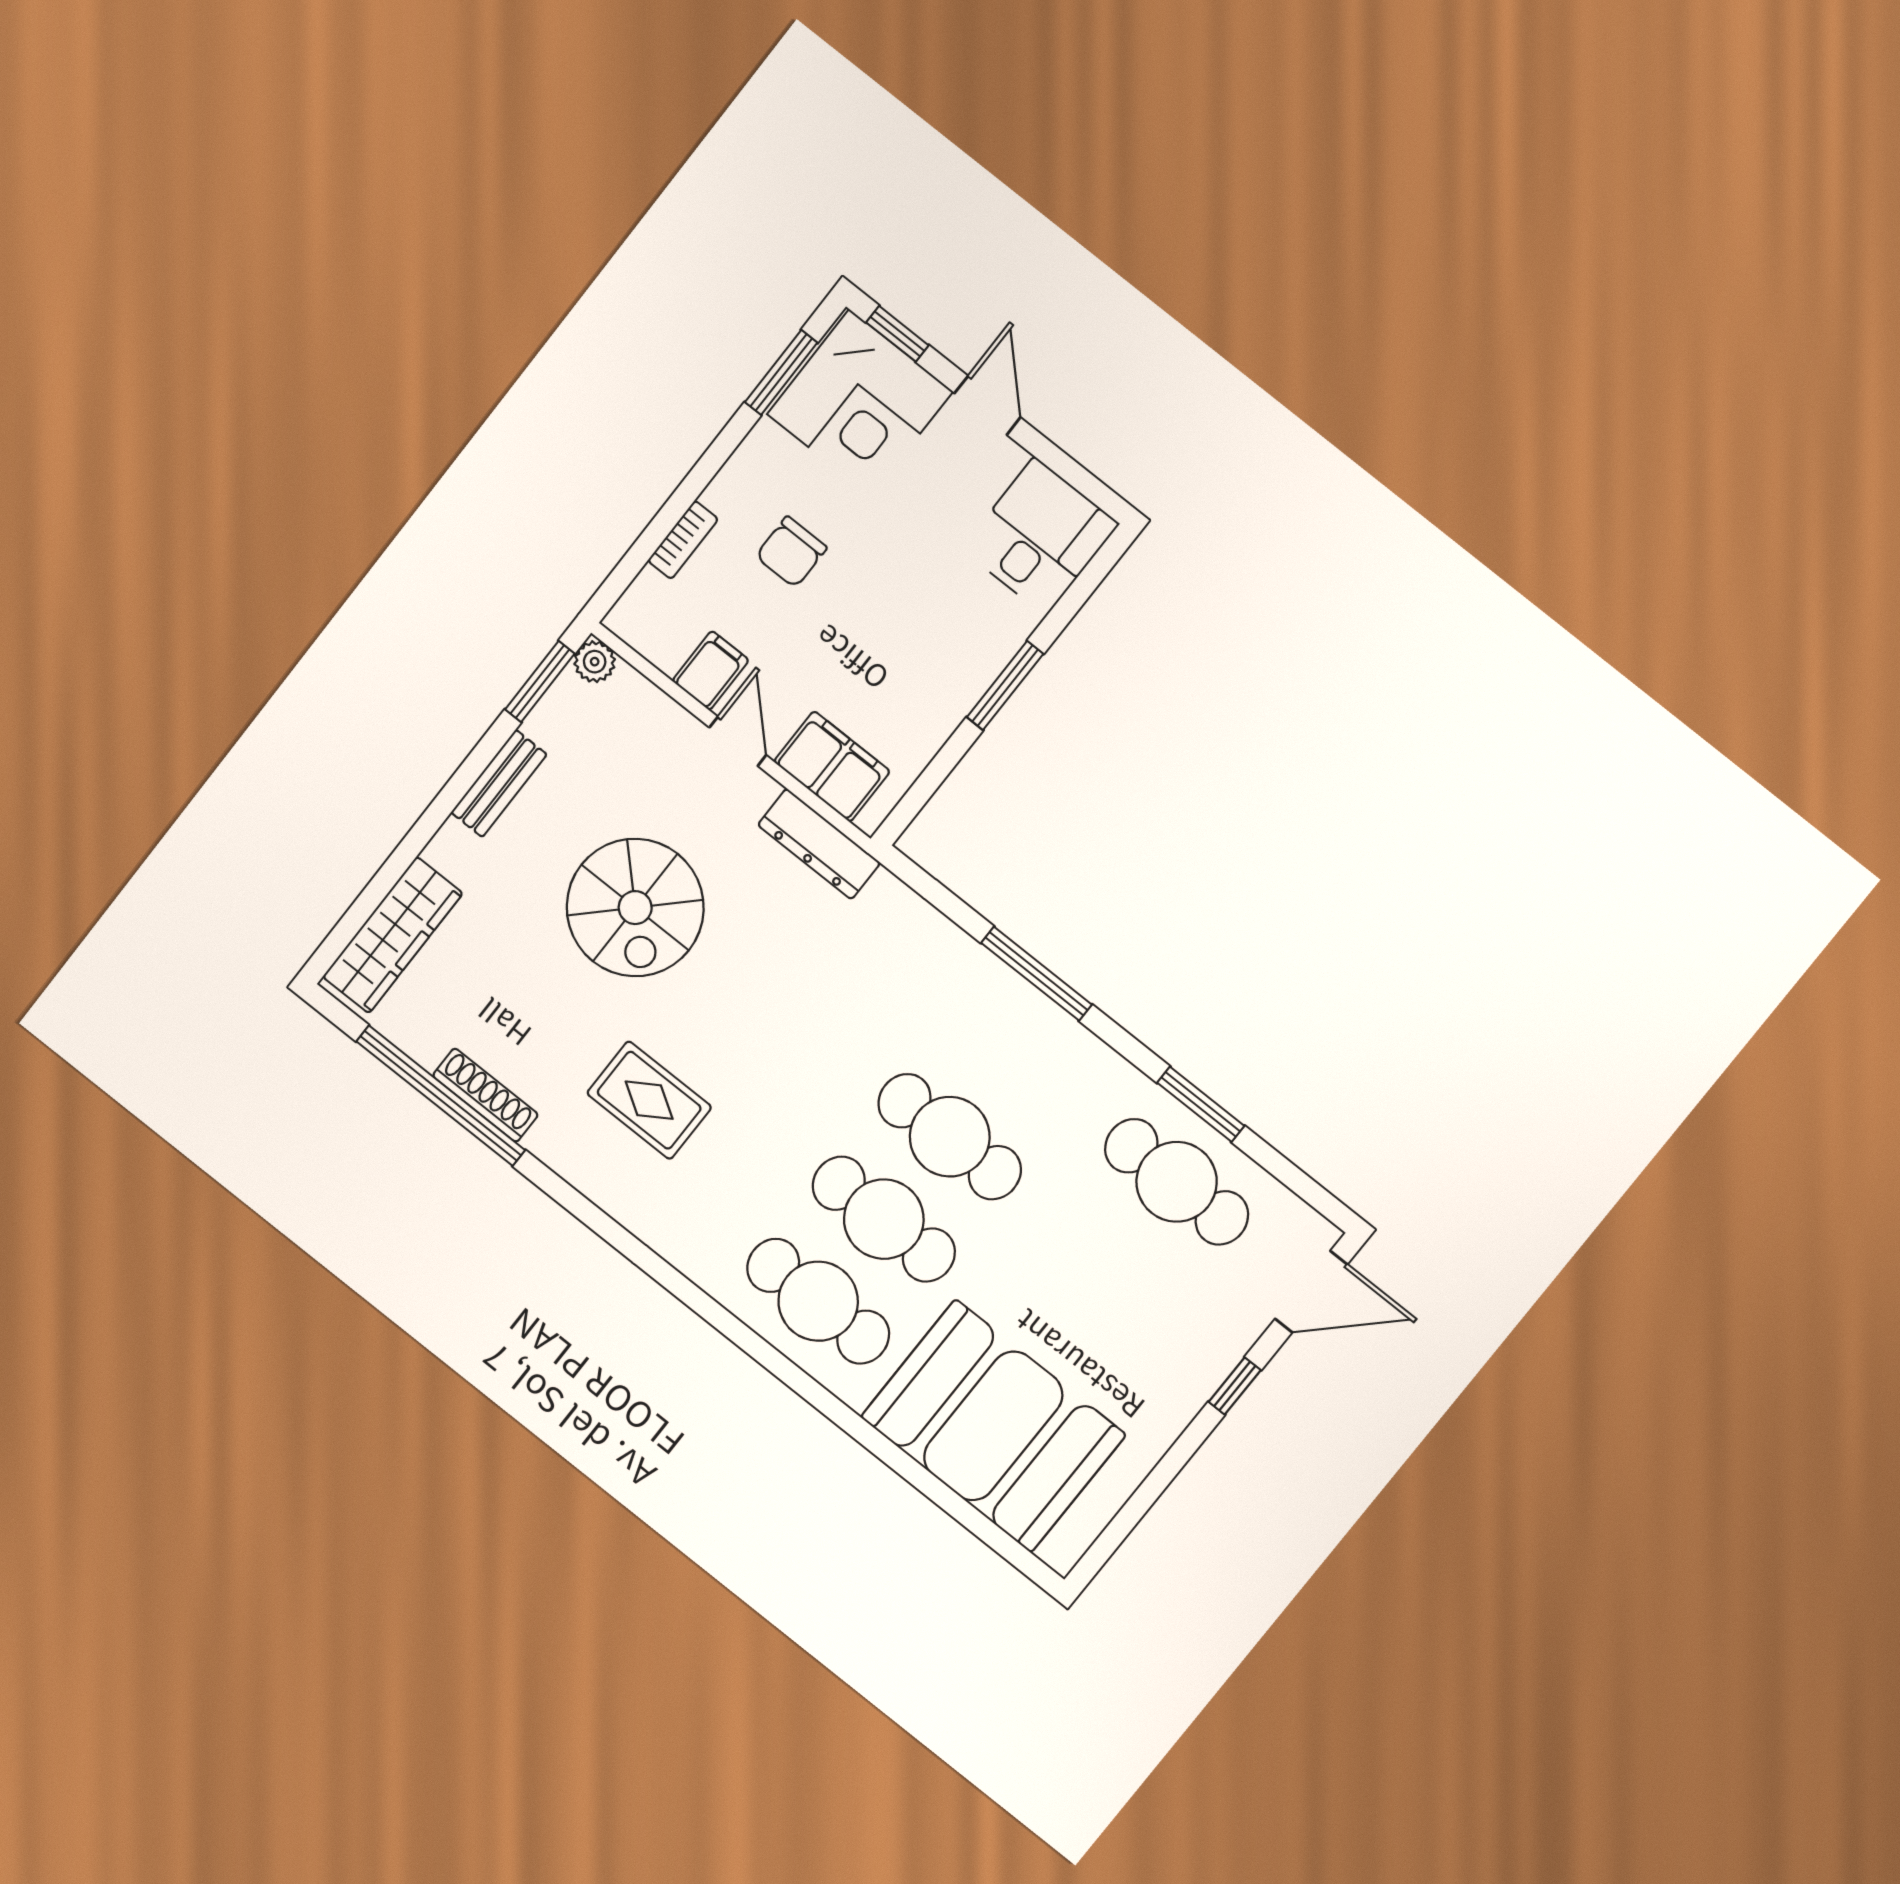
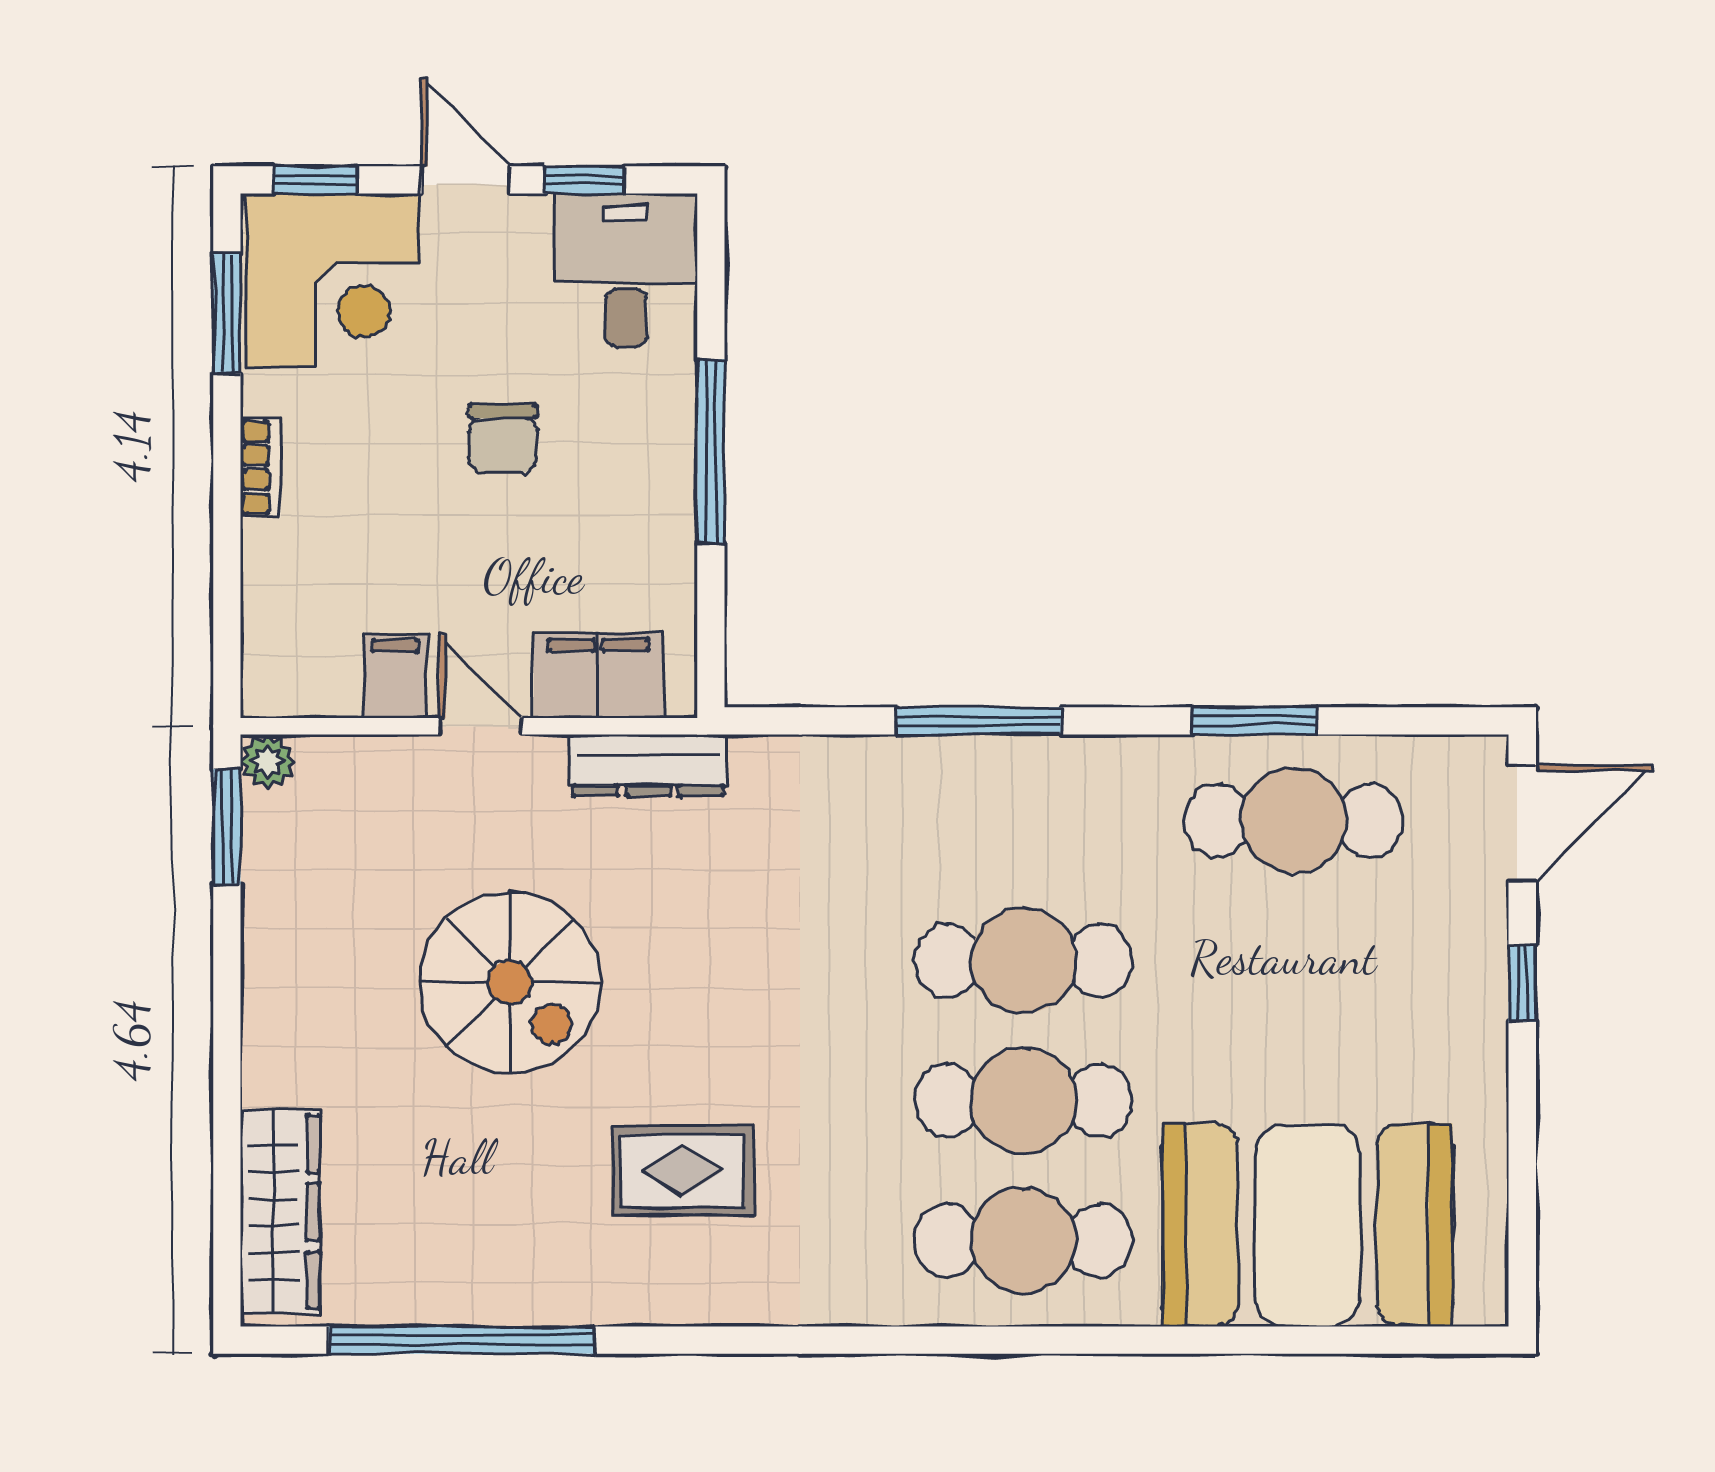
window: (1059, 462) -> (585, 180), added
bookcase: (683, 540) -> (261, 468), moved
chair: (791, 552) -> (503, 438), moved
window: (1005, 686) -> (711, 451), width x1.44
bench: (499, 783) -> (267, 966), removed
shoe rack: (485, 1095) -> (508, 1302), removed

